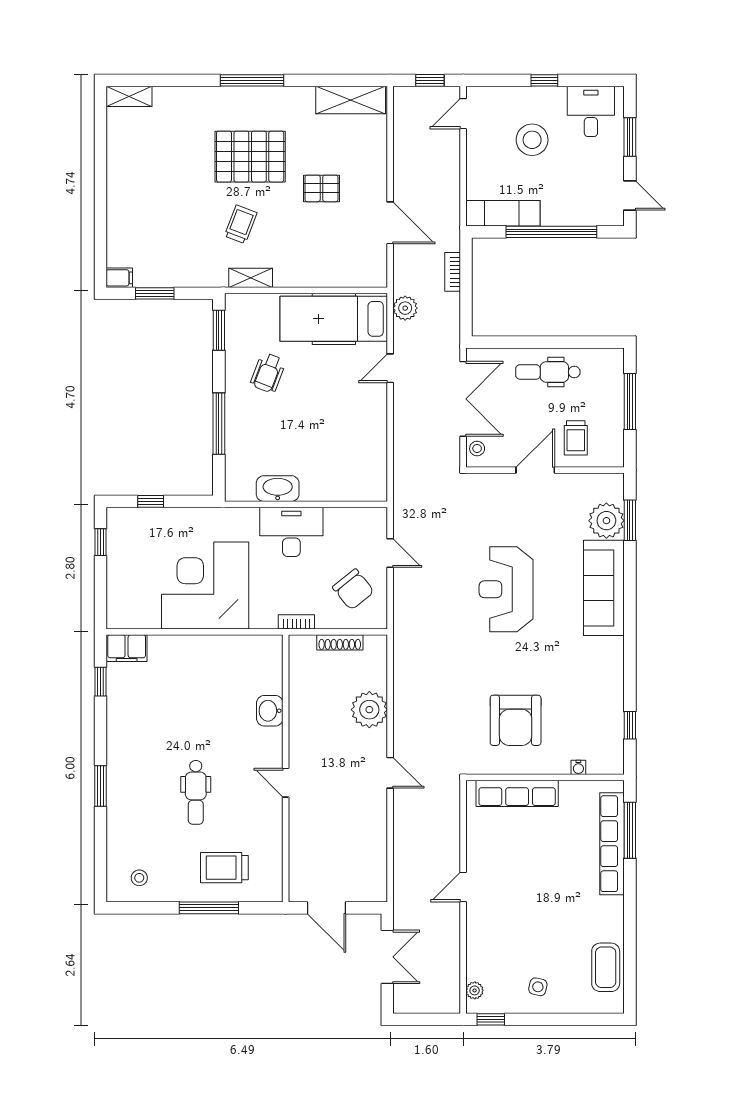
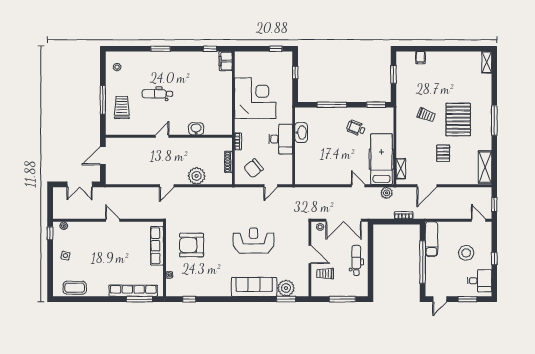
filing cabinet: (119, 278) -> (420, 58), moved
shelving: (251, 278) -> (401, 169), moved

